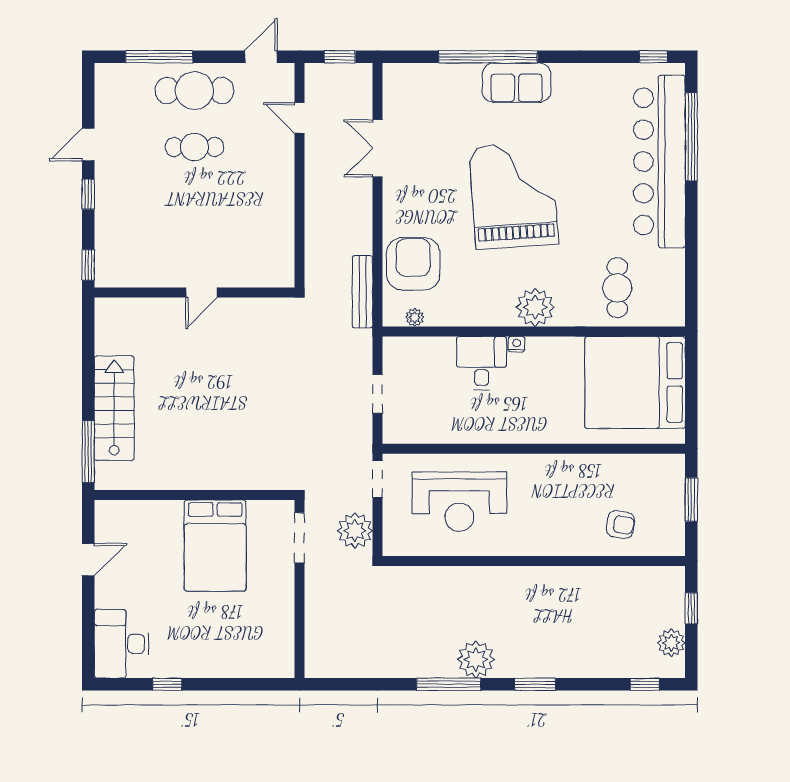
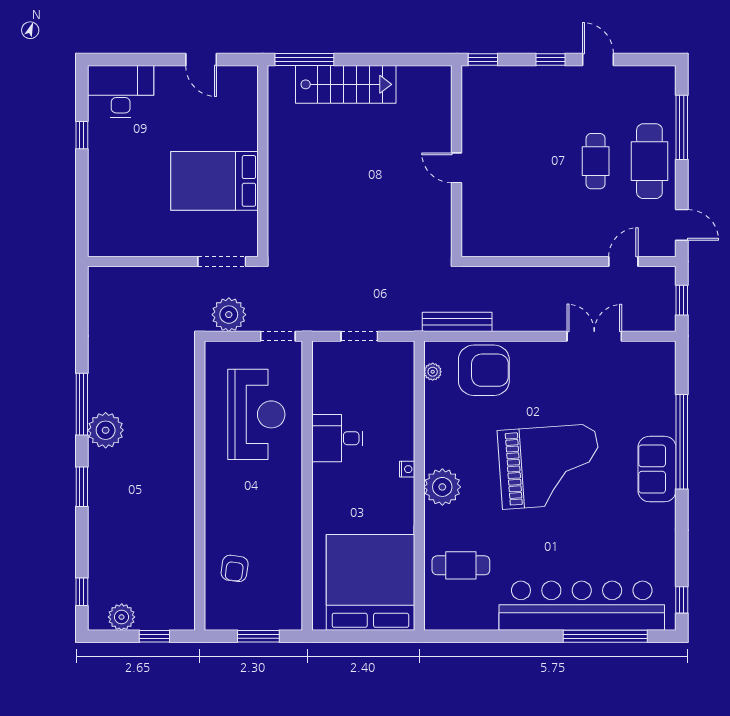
desk: (482, 363) -> (337, 438), moved, turned 180
reception desk: (459, 502) -> (256, 414), turned 180

